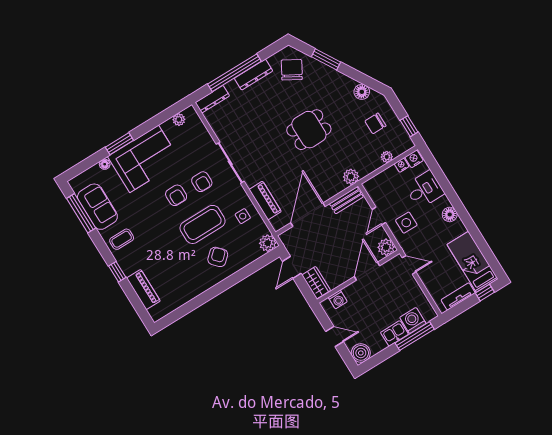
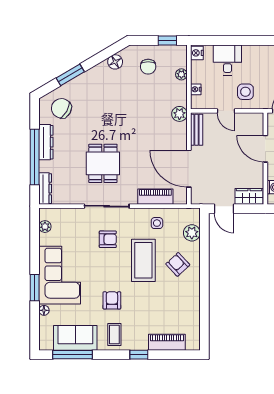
dining table: (309, 130) -> (103, 163), moved
nightstand: (402, 165) -> (196, 89), moved
armchair: (176, 195) -> (112, 300), moved, turned -90
floor lamp: (450, 214) -> (261, 52), removed
plant: (268, 243) -> (192, 233), moved
plant: (386, 247) -> (255, 121), removed

